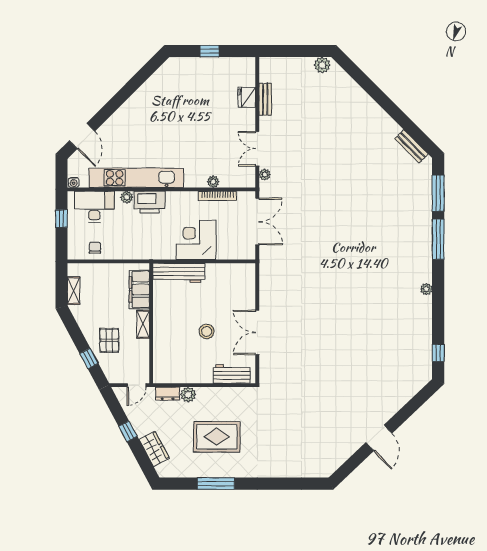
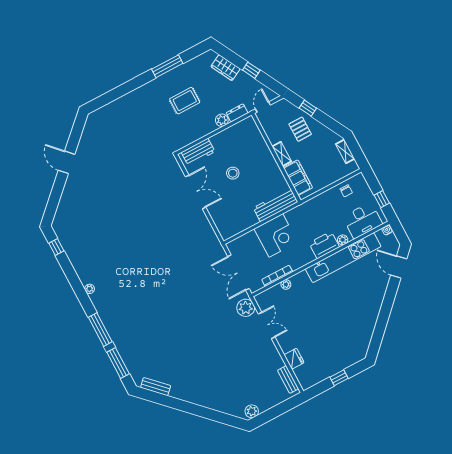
bench: (265, 99) -> (288, 380), moved
plant: (265, 175) -> (246, 308), width x1.88, depth x1.88
rug: (217, 437) -> (185, 101), width x0.73, depth x0.70

